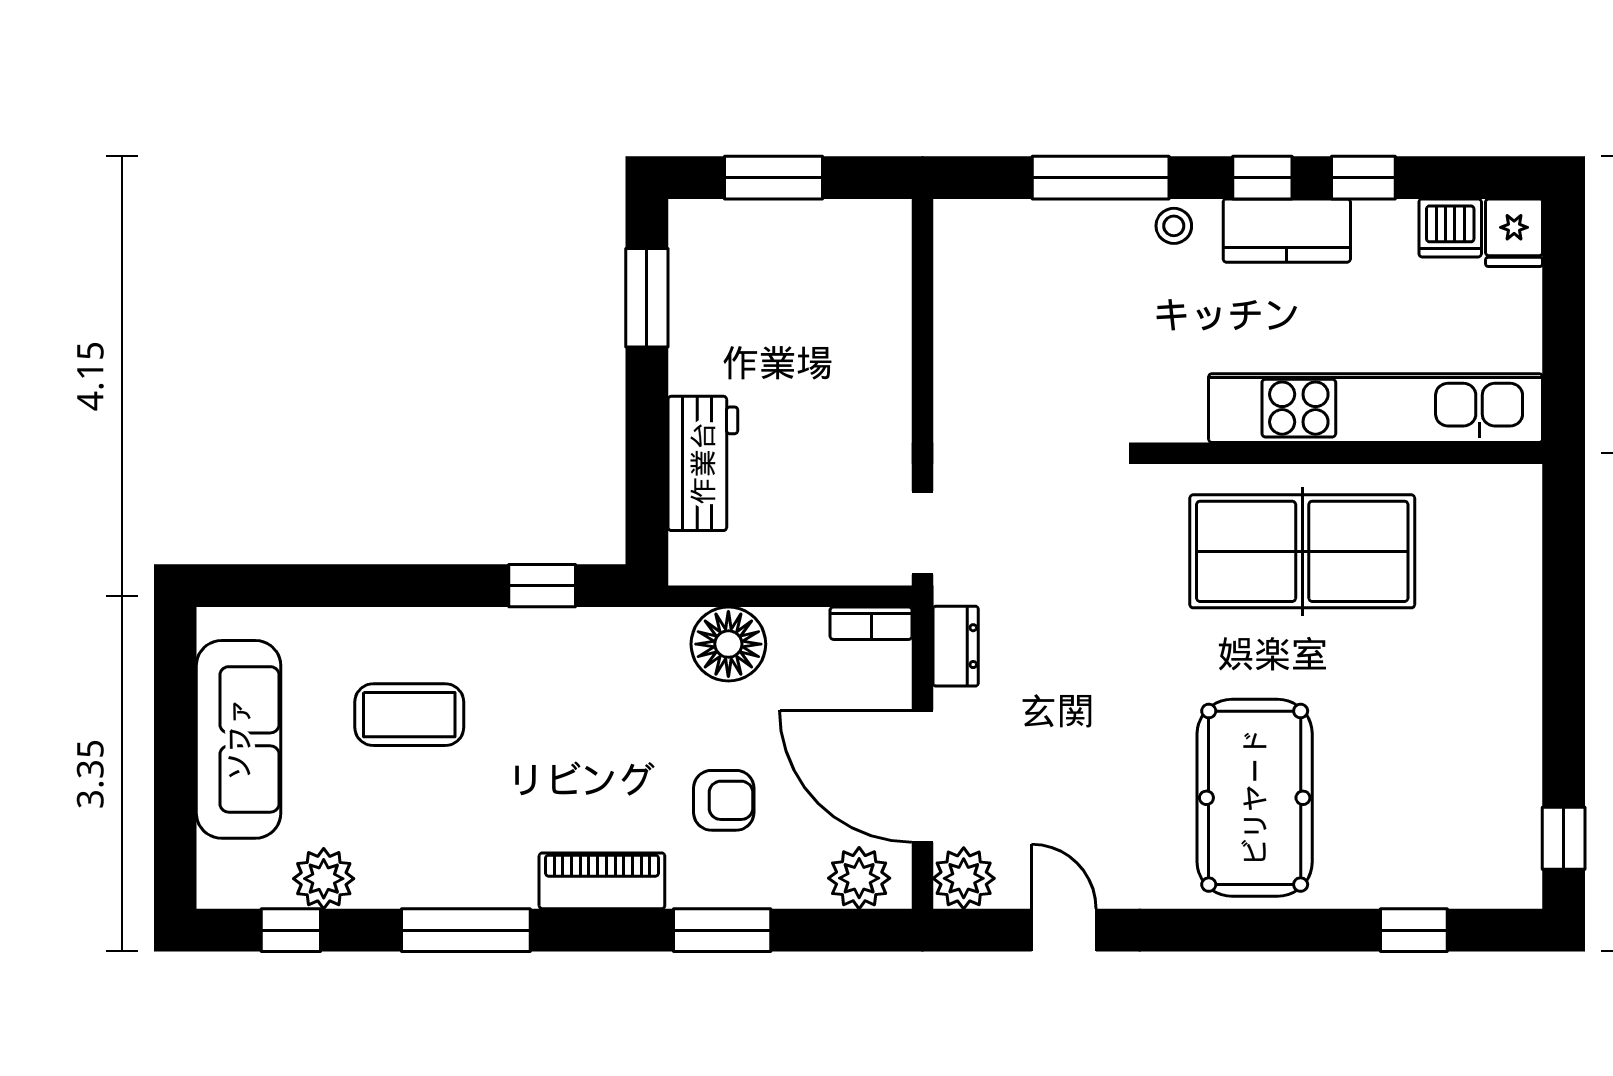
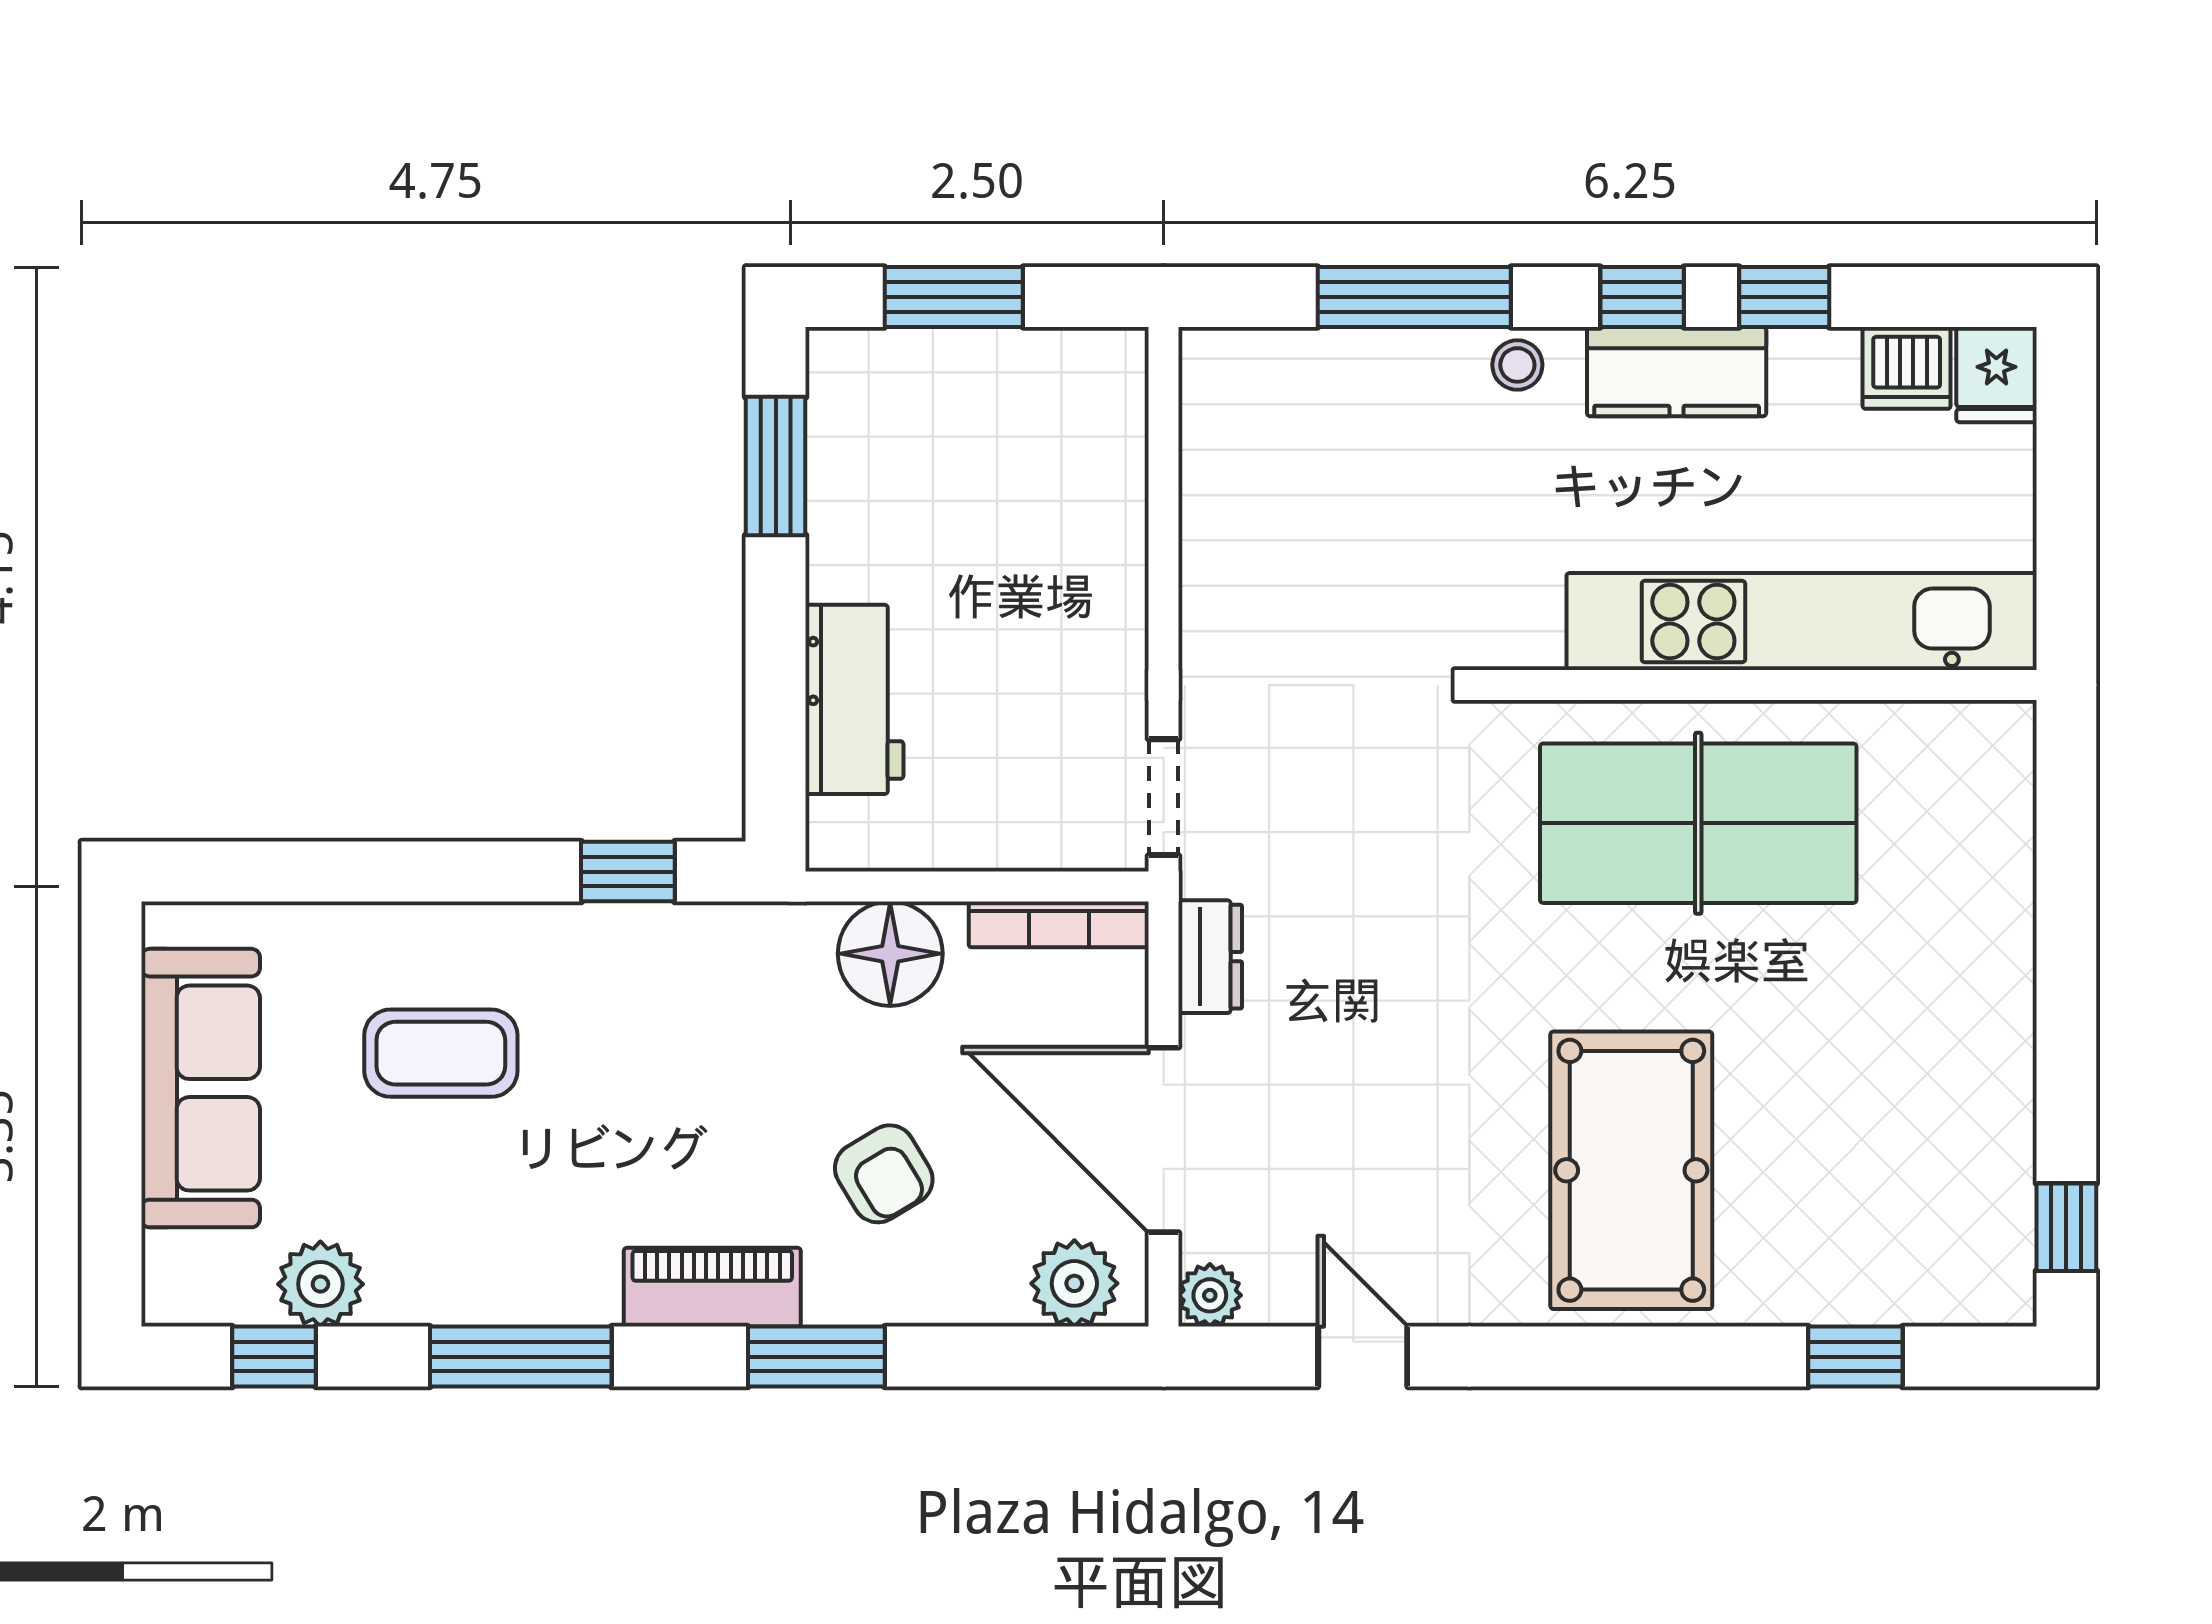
bookcase: (871, 623) -> (1059, 924), width x1.56
armchair: (724, 800) -> (884, 1174), turned 59
plant: (964, 878) -> (1210, 1295), width x0.73, depth x0.73
window: (722, 930) -> (816, 1357), moved

